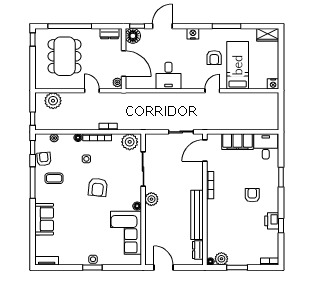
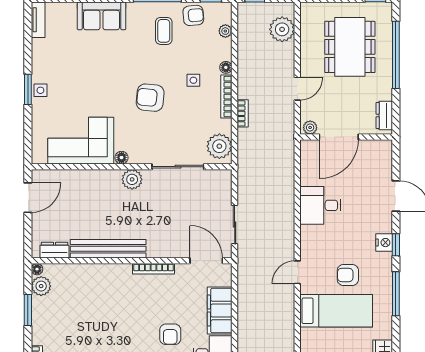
window: (137, 26) -> (396, 245), moved
floor lamp: (133, 36) -> (381, 151), removed
dining table: (65, 56) -> (350, 47), turned 90
door: (212, 91) -> (297, 272), swing flipped
armchair: (252, 195) -> (170, 334), moved, turned 90

